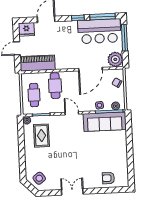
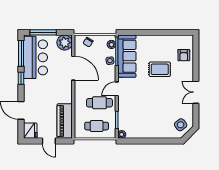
cafe table: (55, 86) -> (99, 103), moved
rug: (41, 136) -> (160, 69), moved

